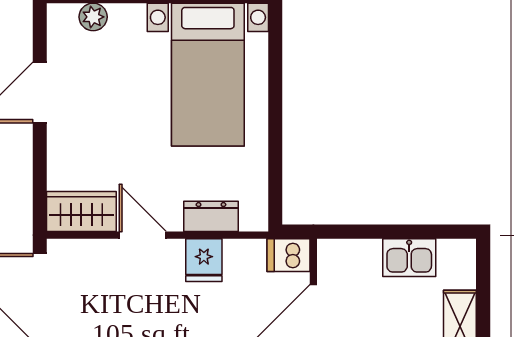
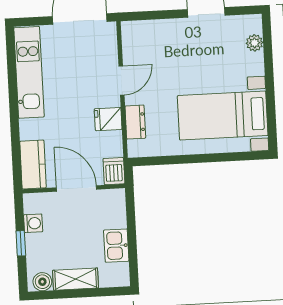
wardrobe: (81, 211) -> (134, 42), removed

